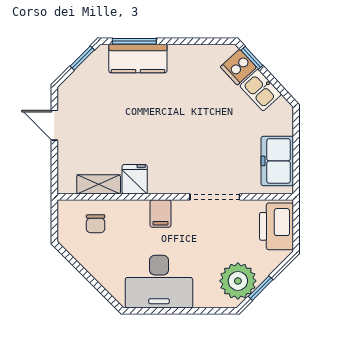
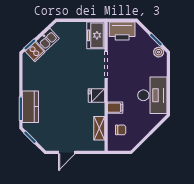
freezer: (277, 161) -> (96, 35), moved, turned 90
fridge: (135, 179) -> (96, 95), moved
filing cabinet: (160, 214) -> (115, 108), moved
plant: (238, 281) -> (159, 52), width x0.53, depth x0.53

